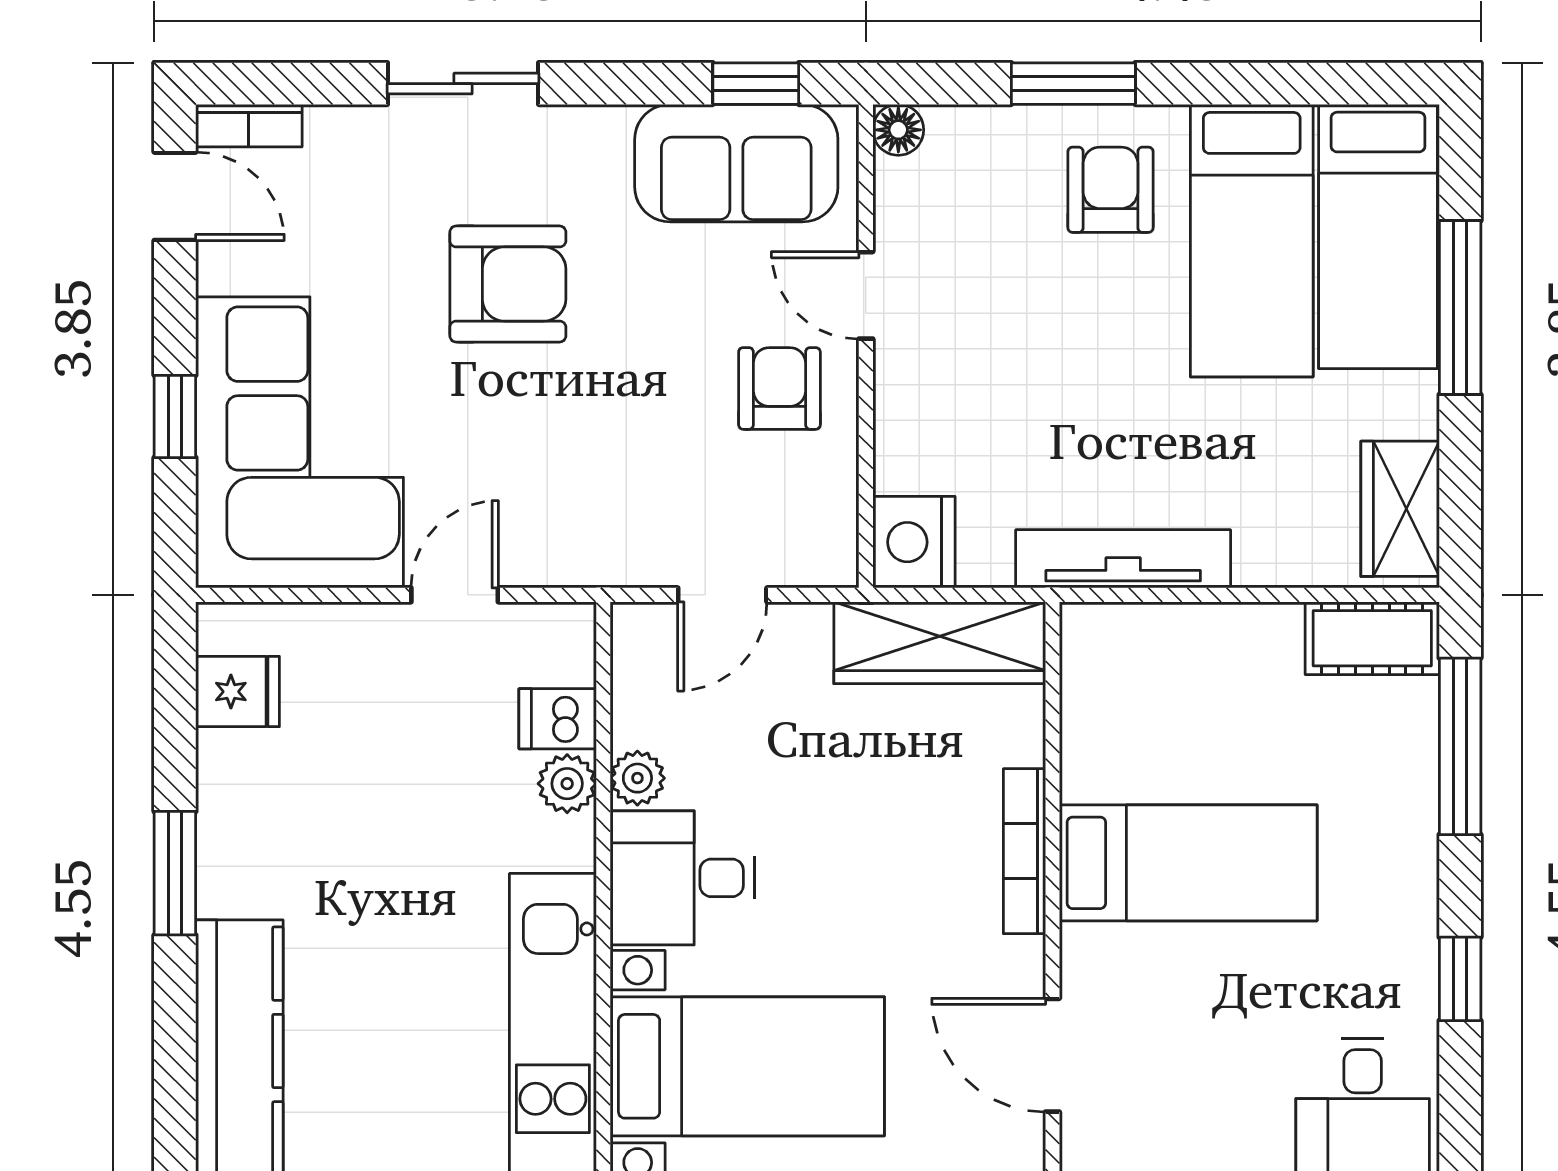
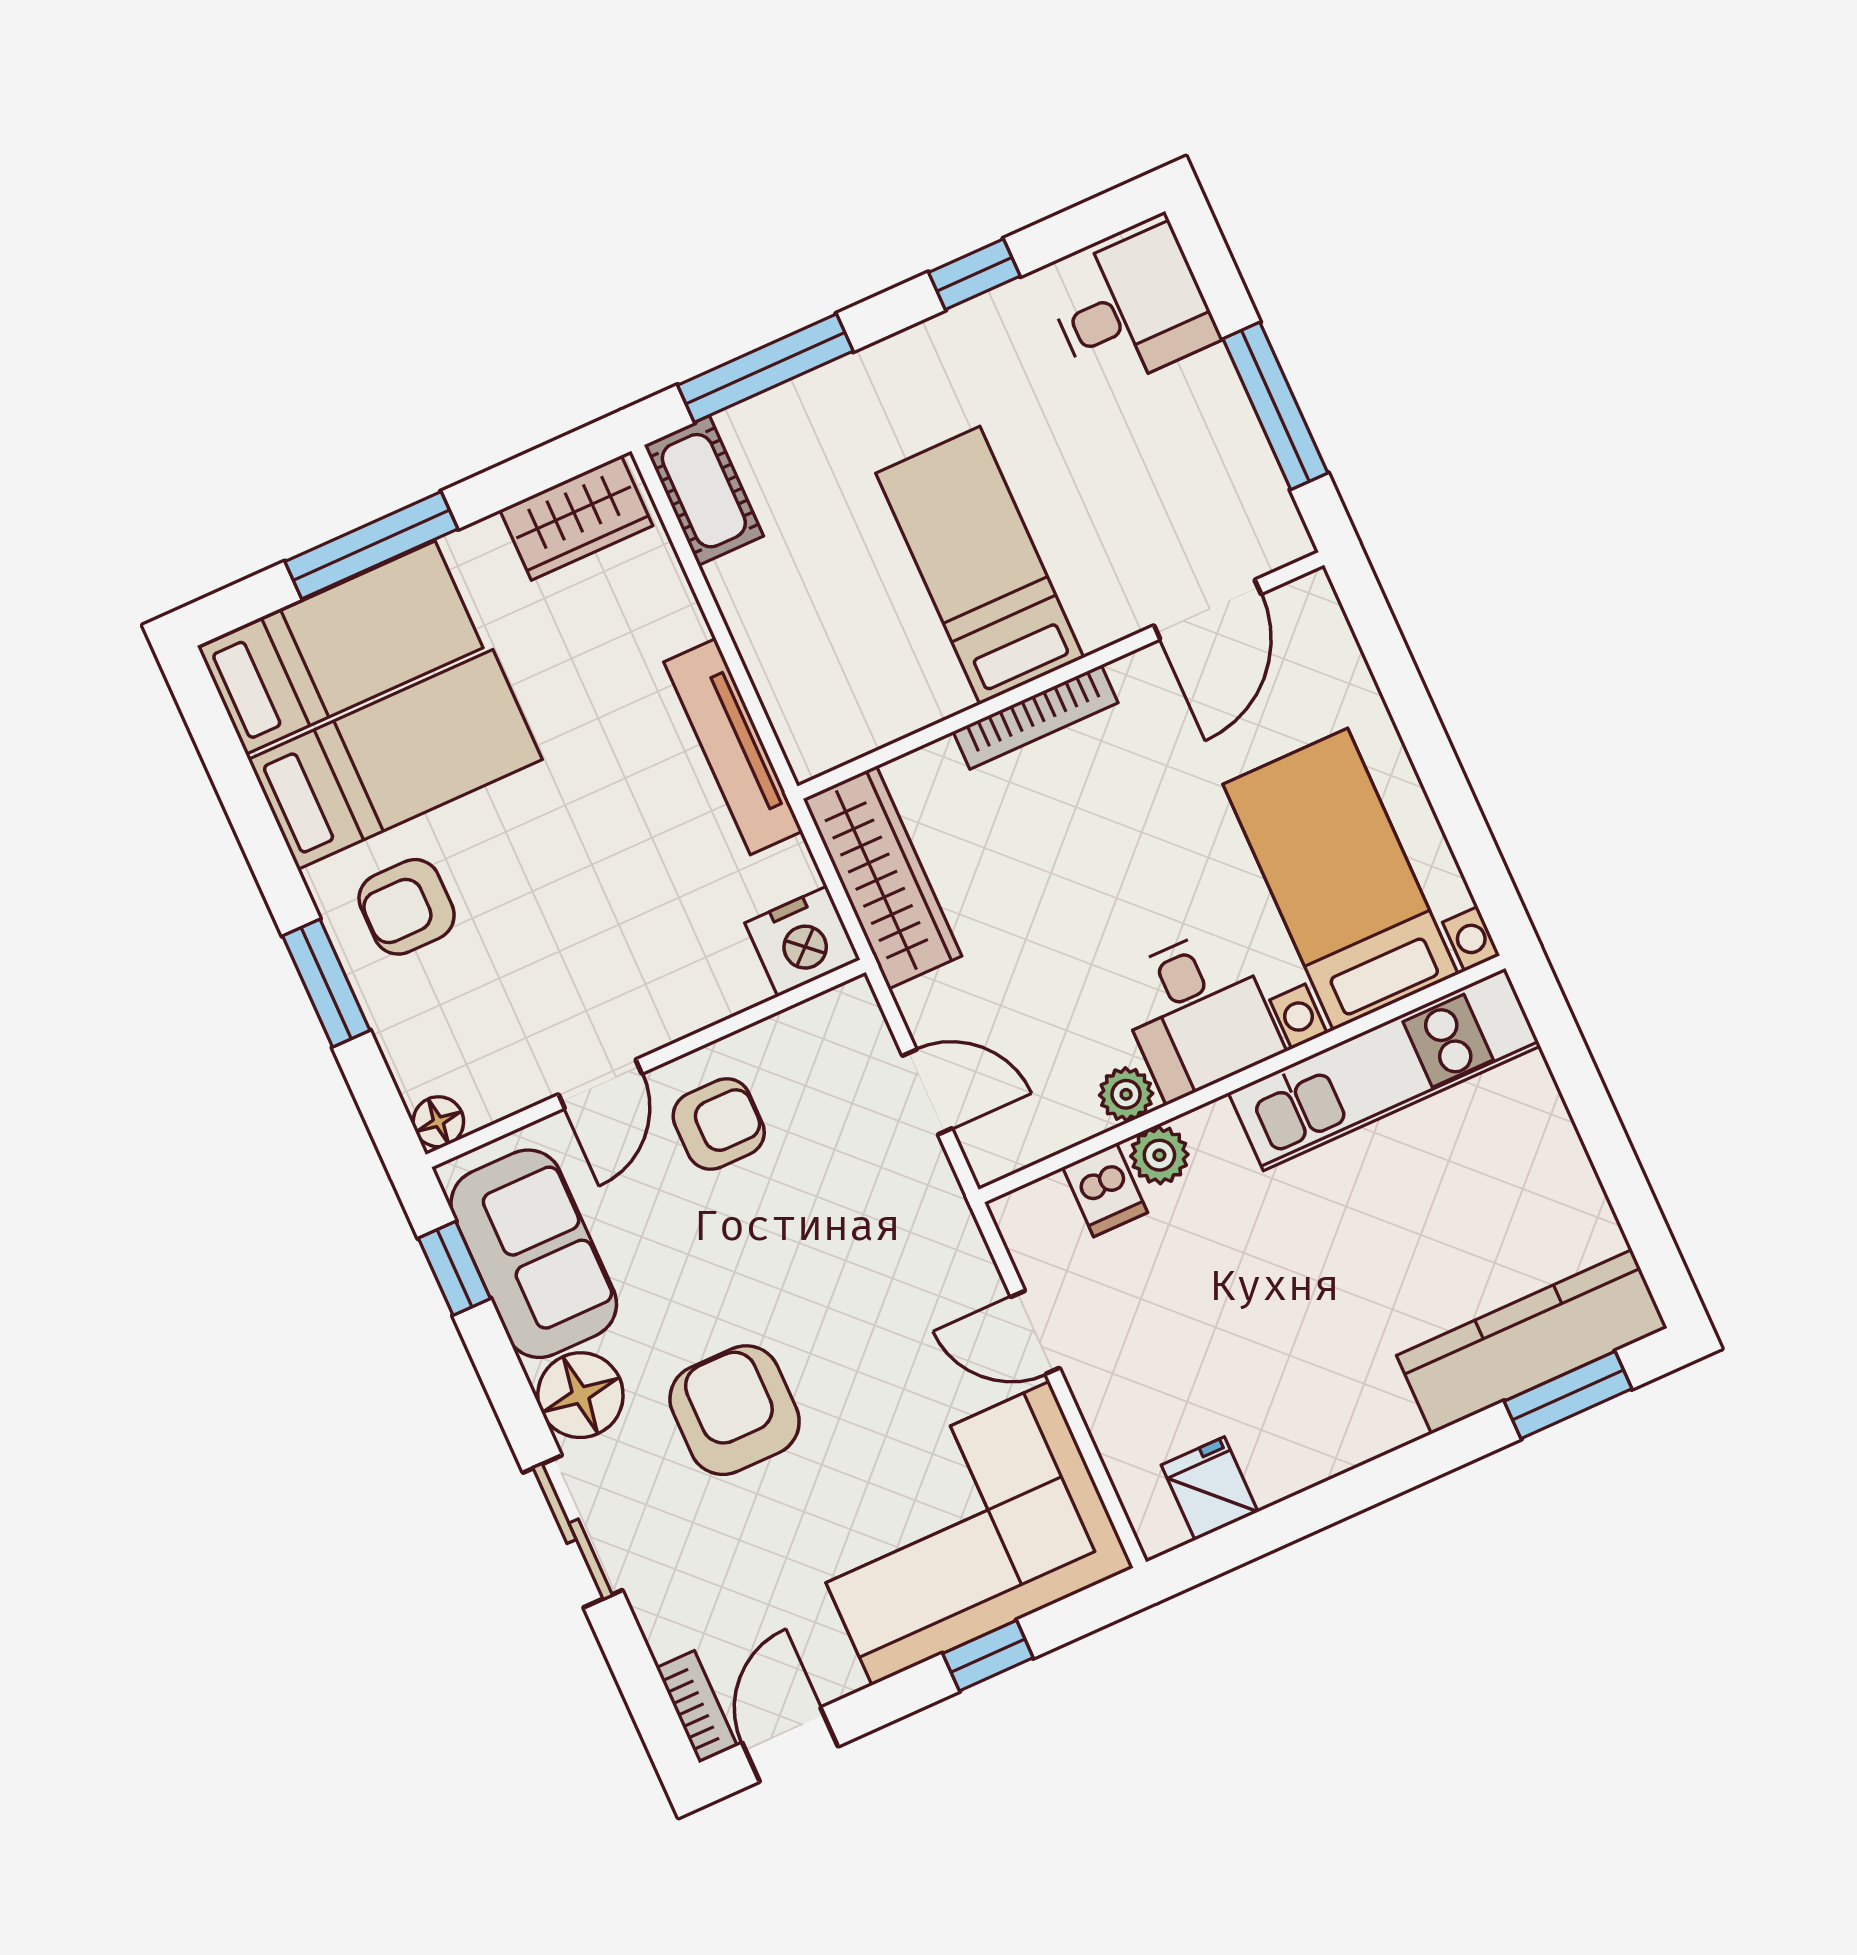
floor lamp: (586, 148) -> (580, 1395), added
armchair: (779, 388) -> (719, 1124), turned 180
window: (175, 873) -> (1568, 1395), moved

